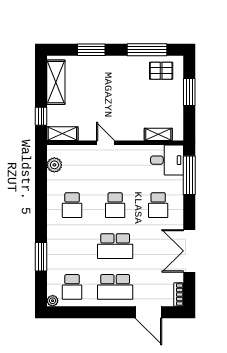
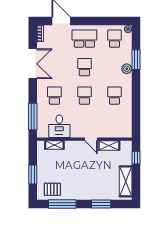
shelving: (62, 134) -> (109, 145), moved
desk: (167, 160) -> (59, 126), moved, turned -90
plant: (54, 165) -> (127, 69), moved
school desk: (115, 246) -> (84, 67), width x0.54

